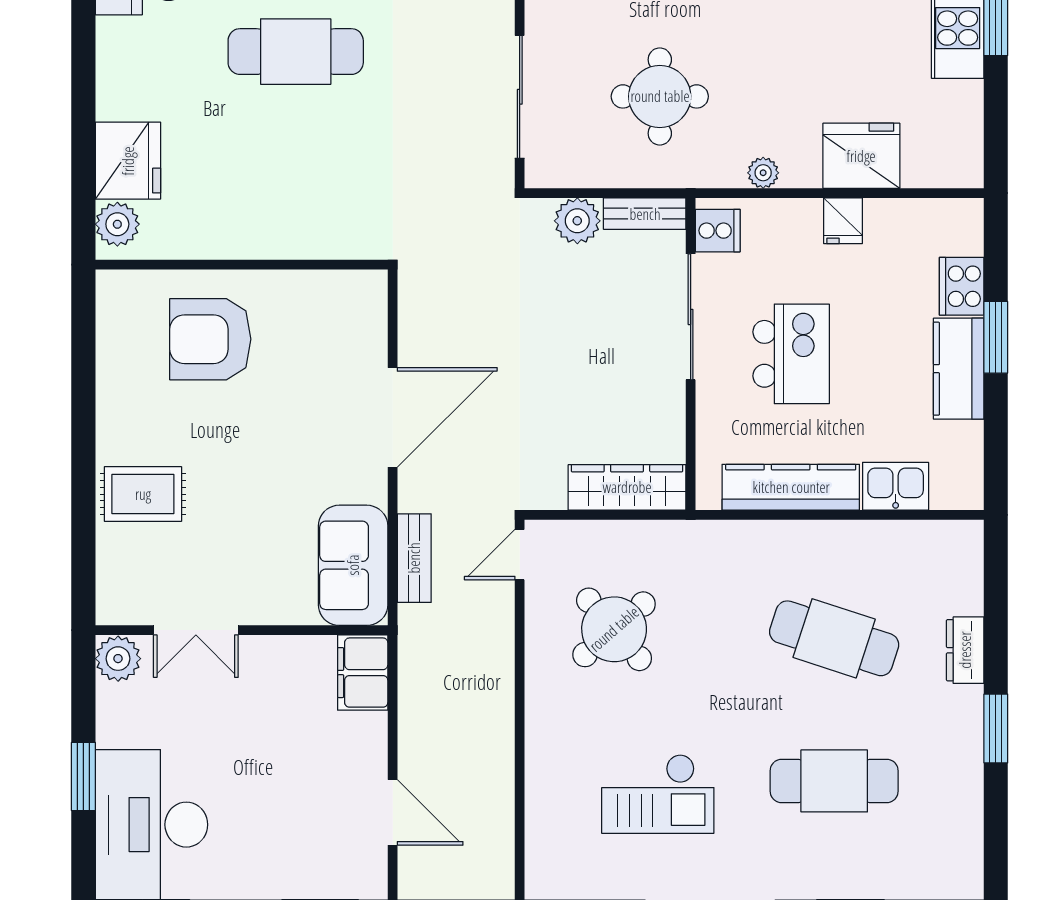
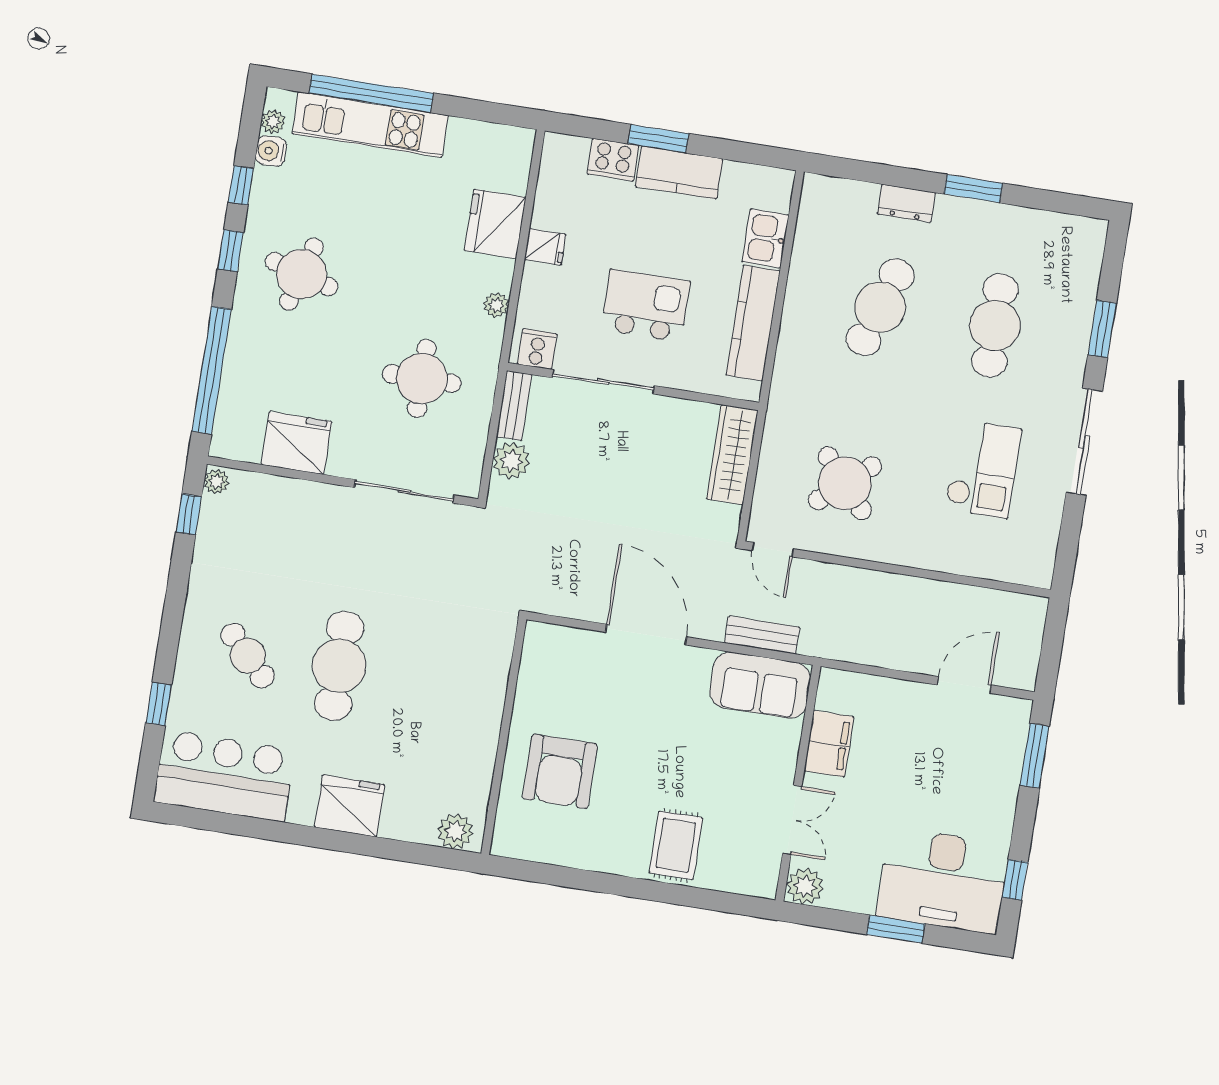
fridge: (128, 161) -> (350, 806), moved
filing cabinet: (363, 673) -> (829, 744), moved, turned -90

